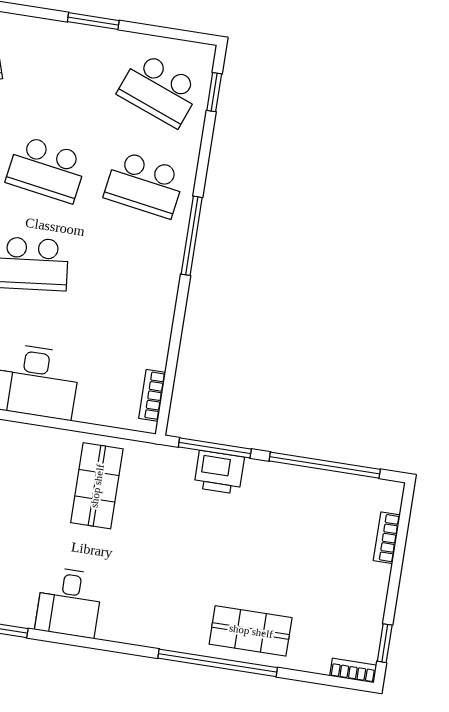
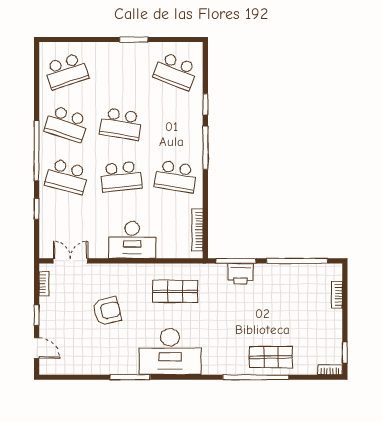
window: (214, 92) -> (205, 104), moved
school desk: (145, 185) -> (176, 177), moved
bookcase: (152, 395) -> (198, 230), width x1.56
shop shelf: (97, 486) -> (175, 291), turned 90
desk: (69, 602) -> (170, 352), width x1.87, depth x1.30

